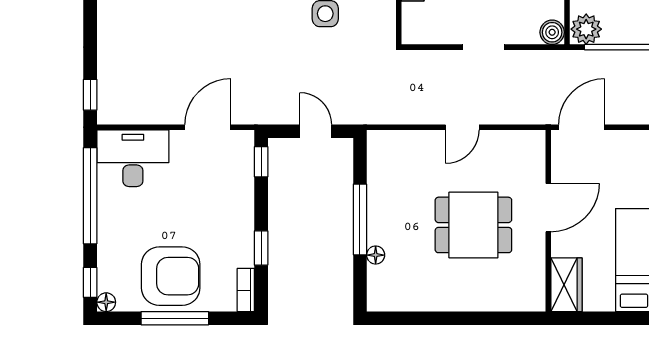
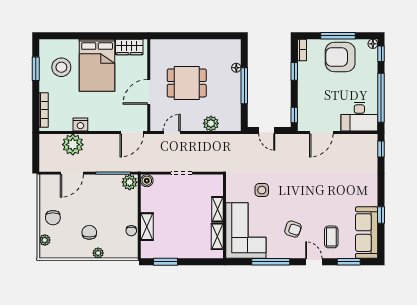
door: (462, 127) -> (172, 132), moved
plant: (426, 145) -> (211, 123), added
wardrobe: (566, 285) -> (129, 47), moved, turned -90

